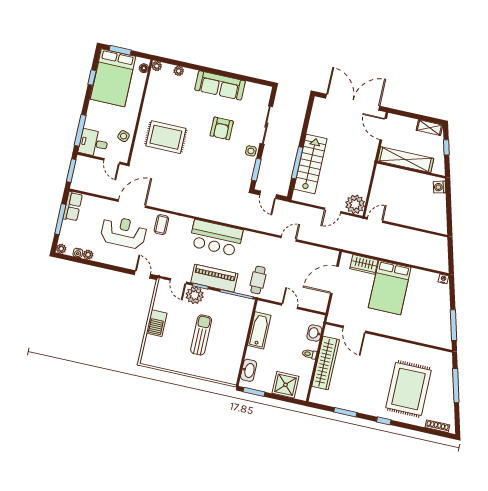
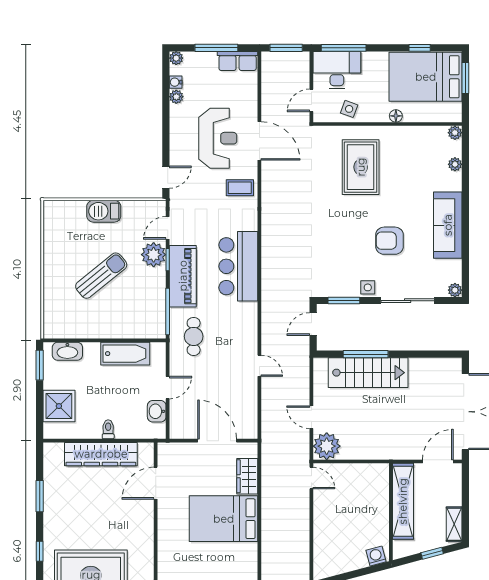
floor lamp: (144, 68) -> (396, 116), moved
plant: (266, 91) -> (455, 290), added
desk: (94, 143) -> (337, 70), width x1.37
cafe table: (258, 280) -> (194, 336), turned 90
washbasin: (314, 333) -> (157, 411), moved, turned -90
sun lounger: (201, 335) -> (101, 276), turned -39

